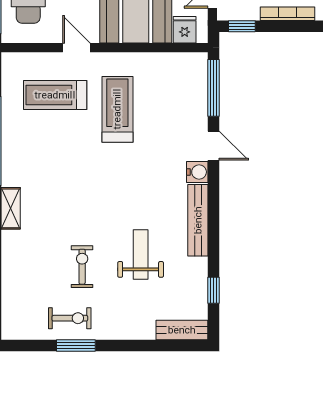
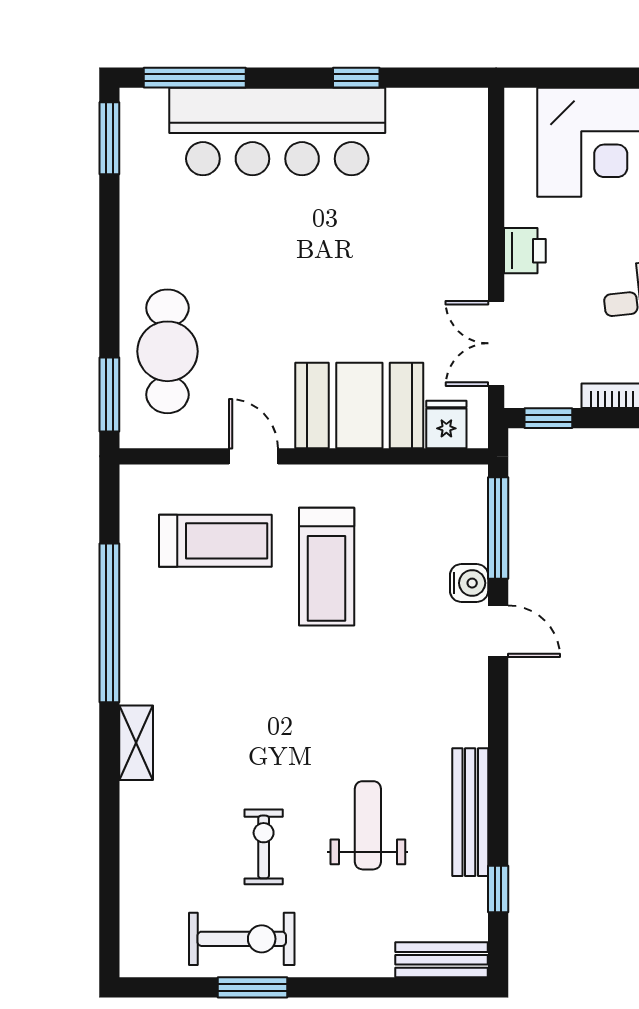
treadmill: (55, 95) -> (215, 541), turned 180
treadmill: (117, 109) -> (327, 567), turned 180
water cooler: (197, 172) -> (469, 583), moved
bench: (198, 220) -> (470, 812), moved
exercise bike: (70, 318) -> (242, 939), width x1.38, depth x1.39

